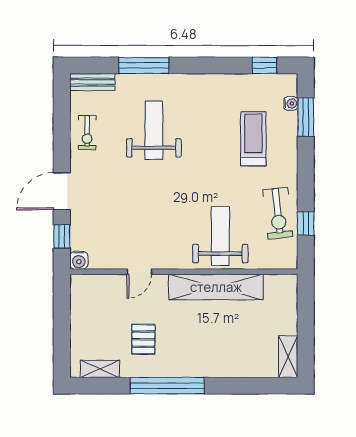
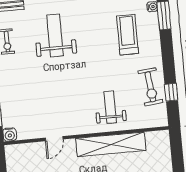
weight bench: (220, 236) -> (110, 107), width x0.73, depth x0.75

